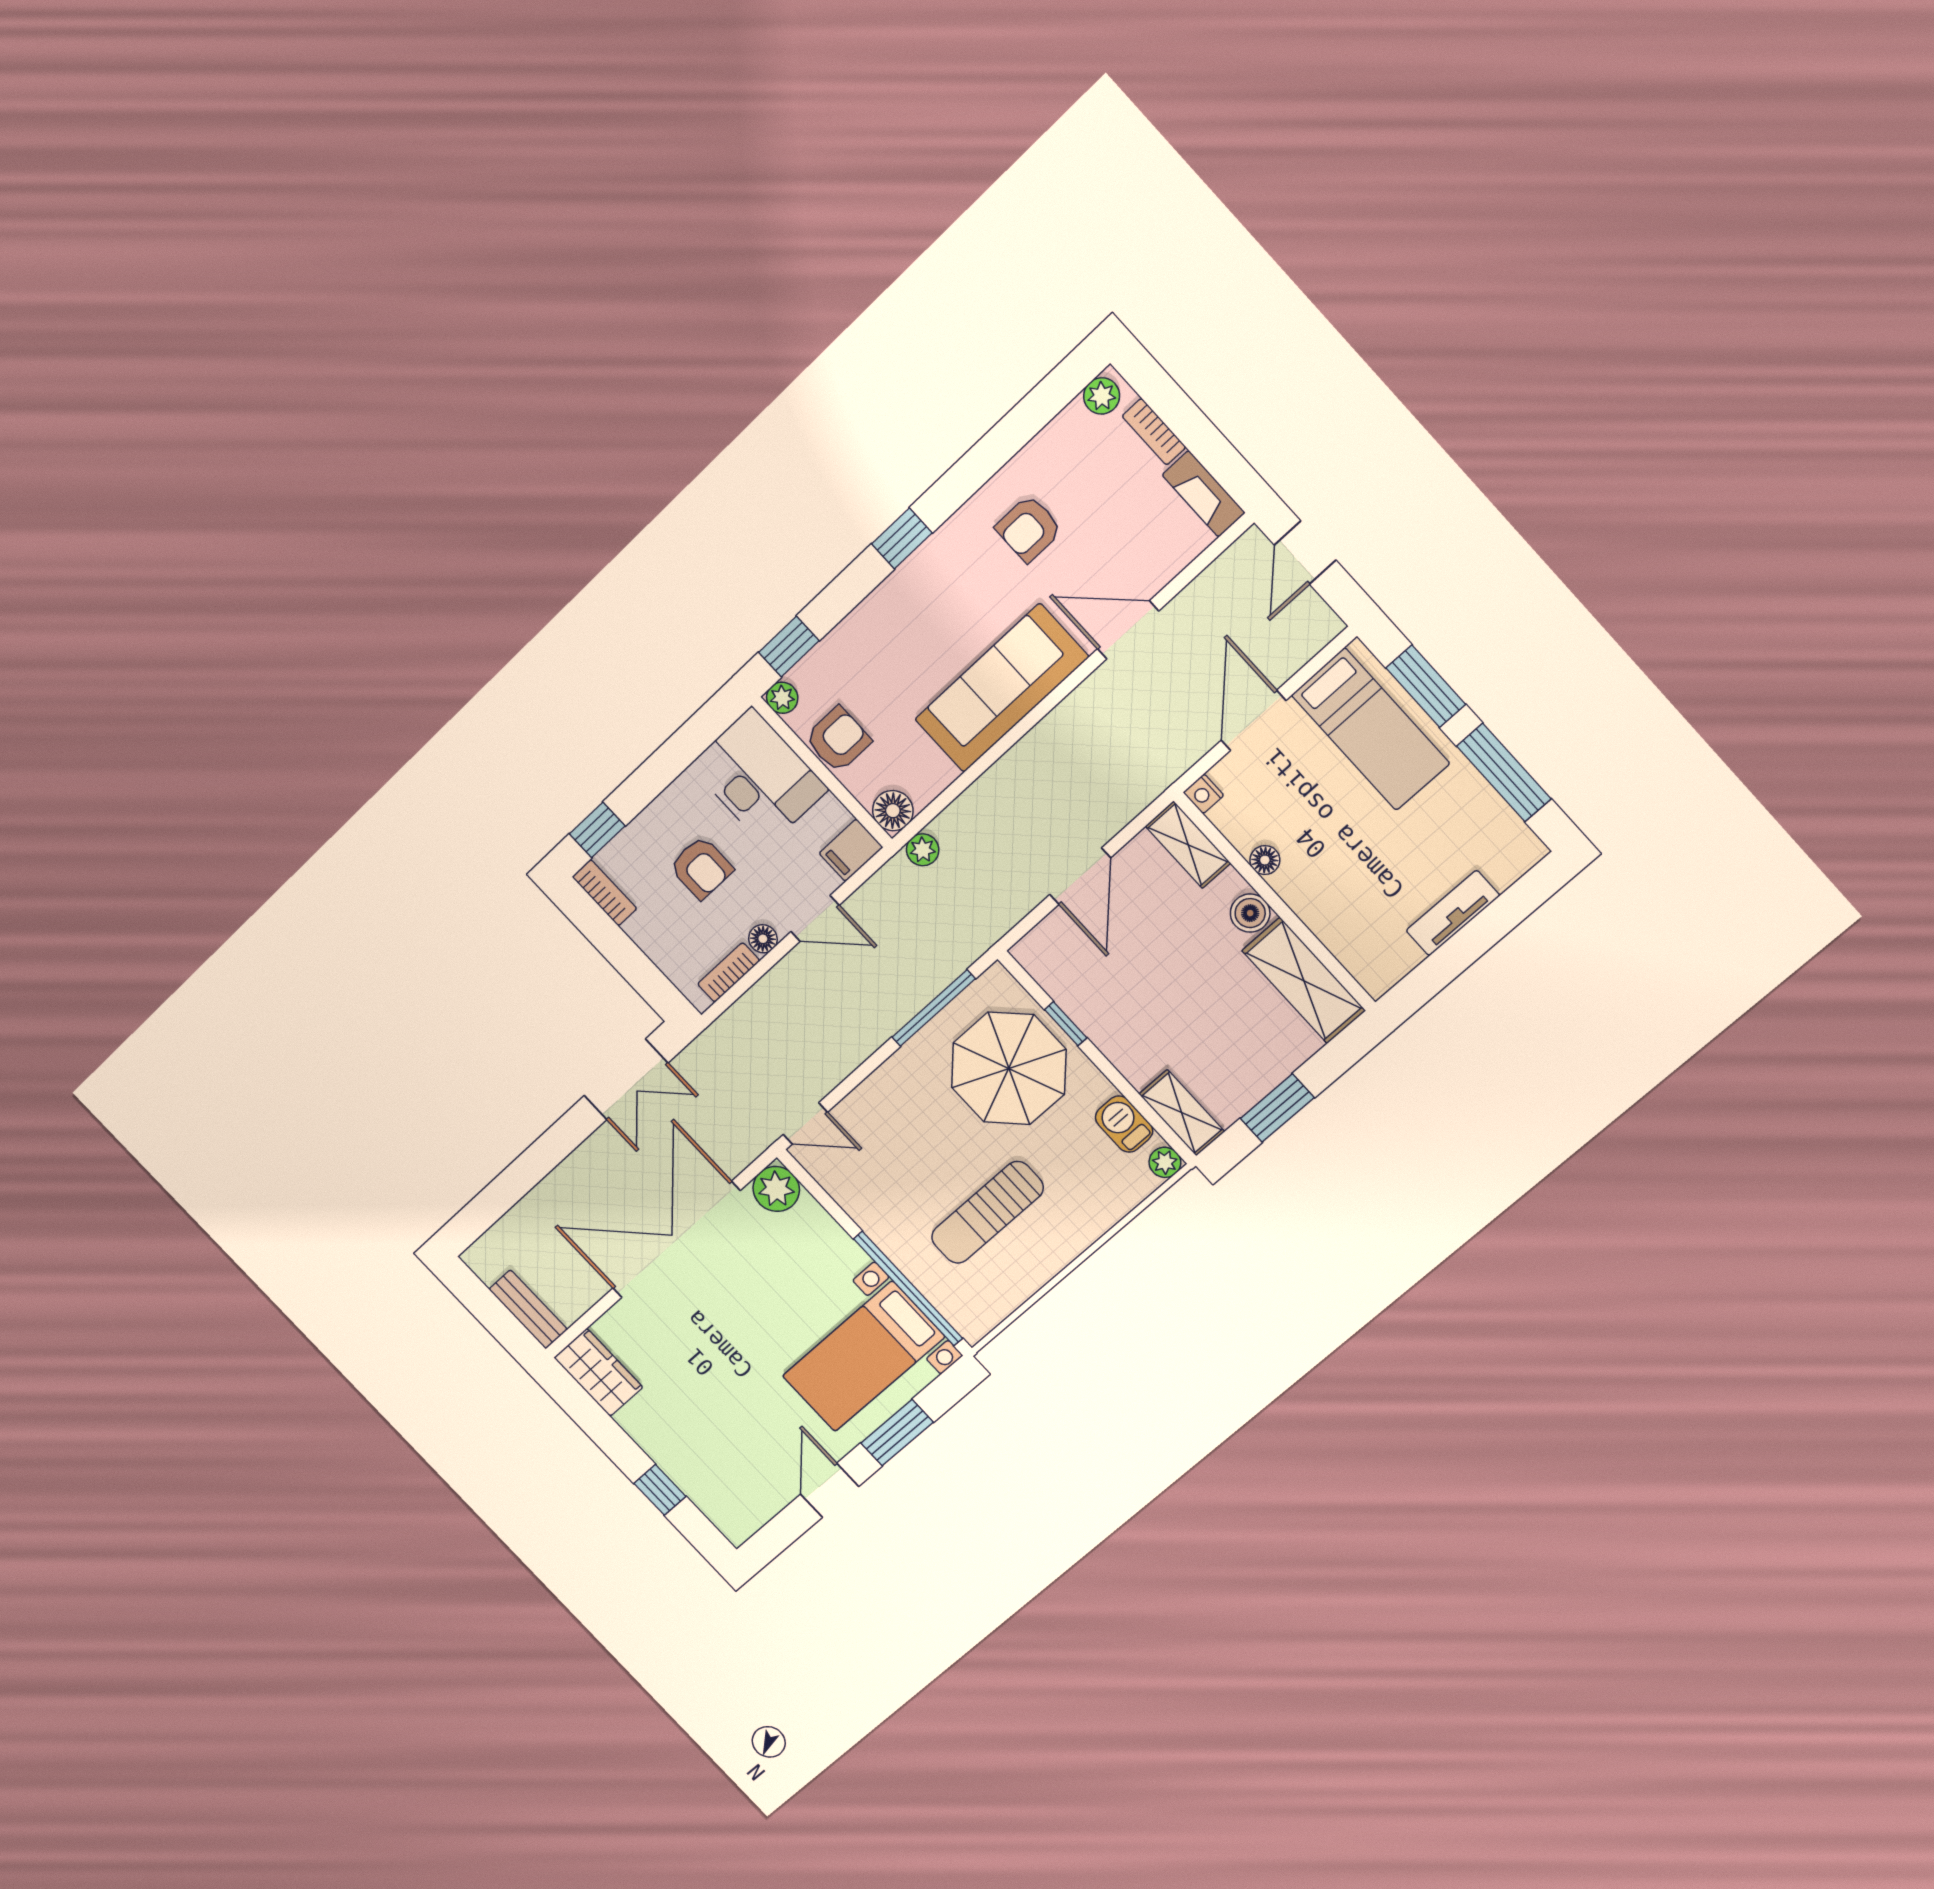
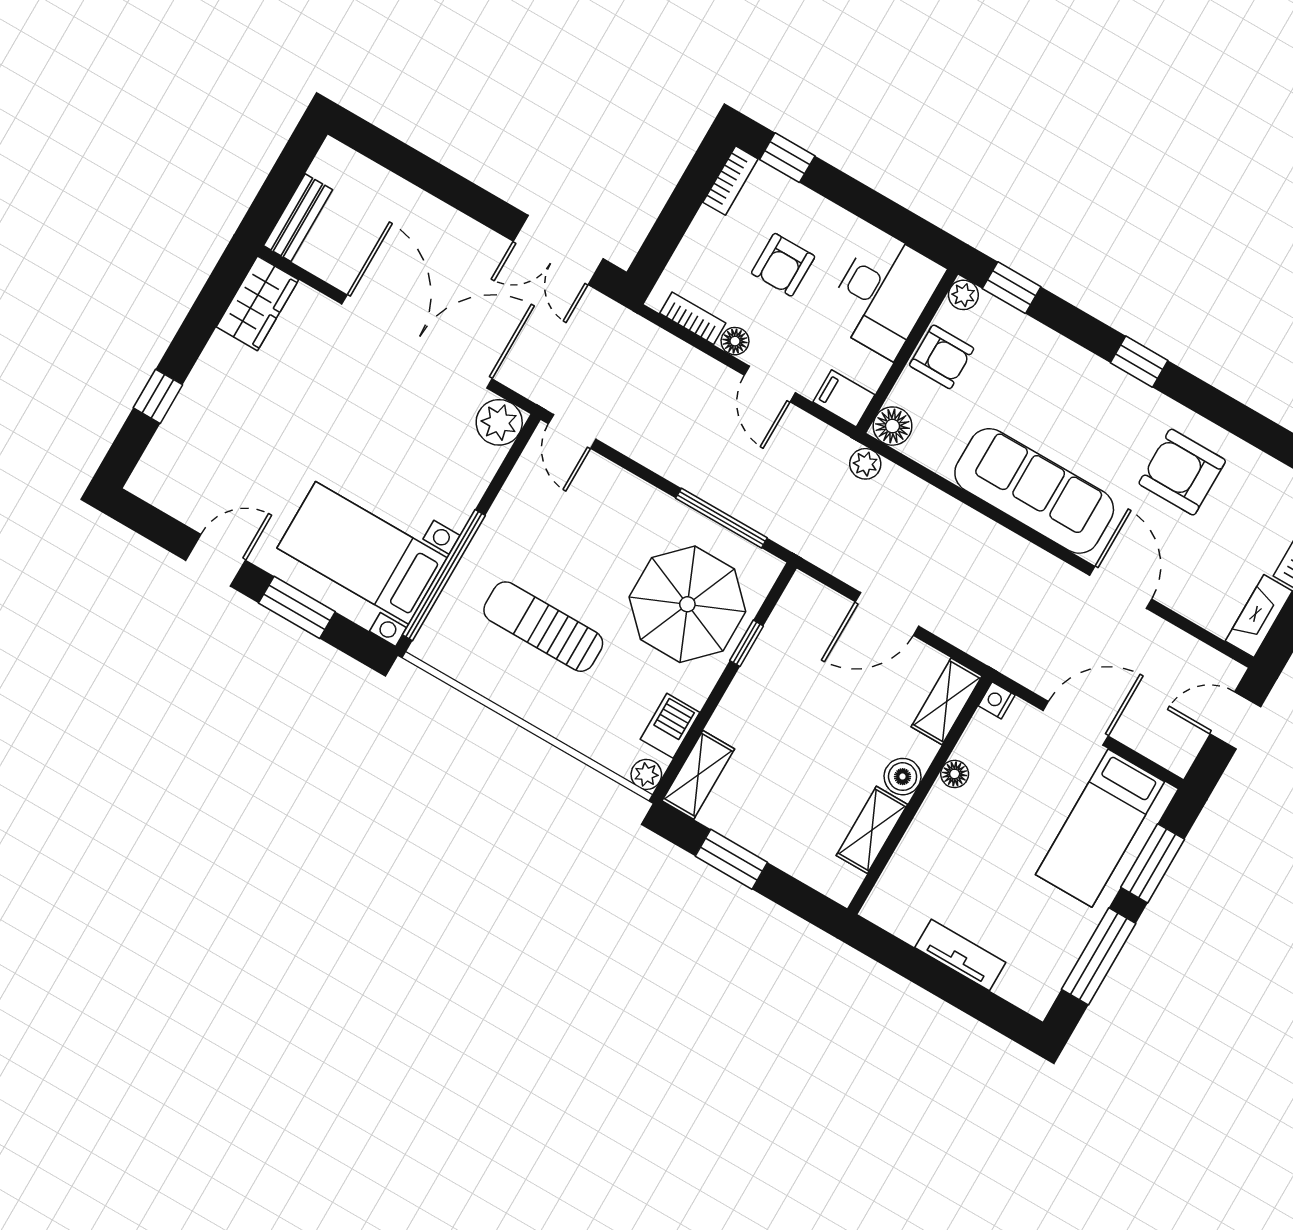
armchair: (1029, 529) -> (1182, 472), width x1.38, depth x1.38
shelving: (1304, 981) -> (872, 830), width x0.67, depth x0.75

